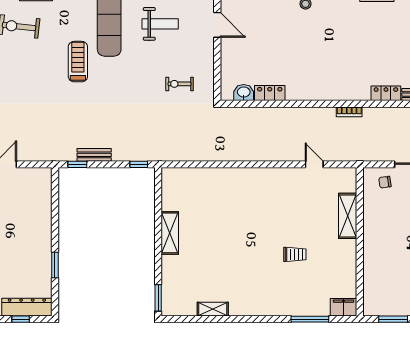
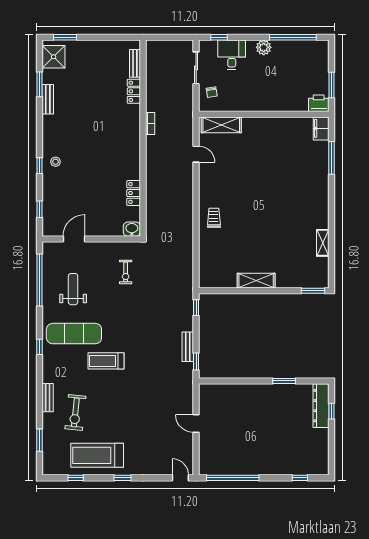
washbasin: (244, 92) -> (132, 229), moved, turned 90
door: (314, 164) -> (196, 154), swing flipped
shelving: (348, 216) -> (221, 125), moved
trolley: (295, 254) -> (214, 218), moved
printer: (372, 304) -> (319, 103), added

